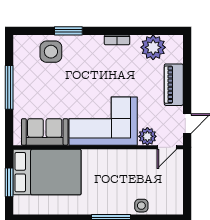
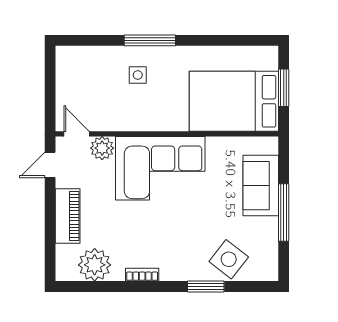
side table: (51, 52) -> (229, 259), turned 38
sofa: (45, 132) -> (261, 186), moved, turned 90
door: (167, 147) -> (77, 134), hinge flipped
side table: (141, 206) -> (138, 75), moved

